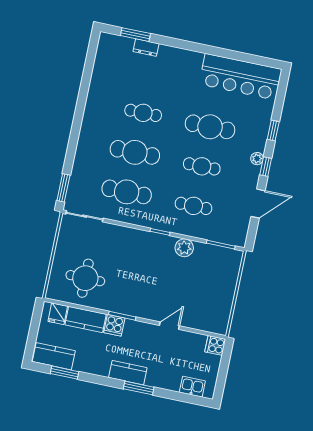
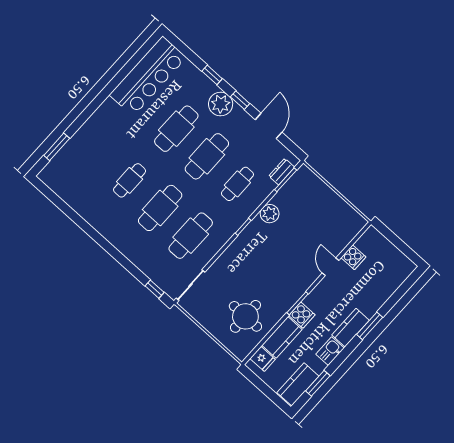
dresser: (146, 48) -> (282, 172), moved, turned 180
plant: (257, 159) -> (221, 104), width x1.88, depth x1.88
cafe table: (202, 166) -> (207, 156), width x1.37, depth x1.35
window: (63, 188) -> (155, 289), width x0.67
cooker: (215, 345) -> (353, 257), moved, turned -90
kitchen sink: (192, 387) -> (330, 351), moved

